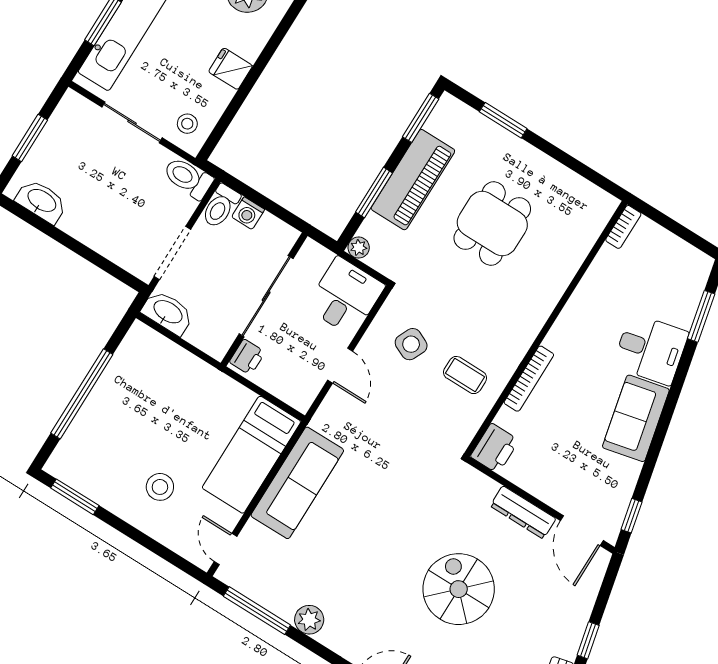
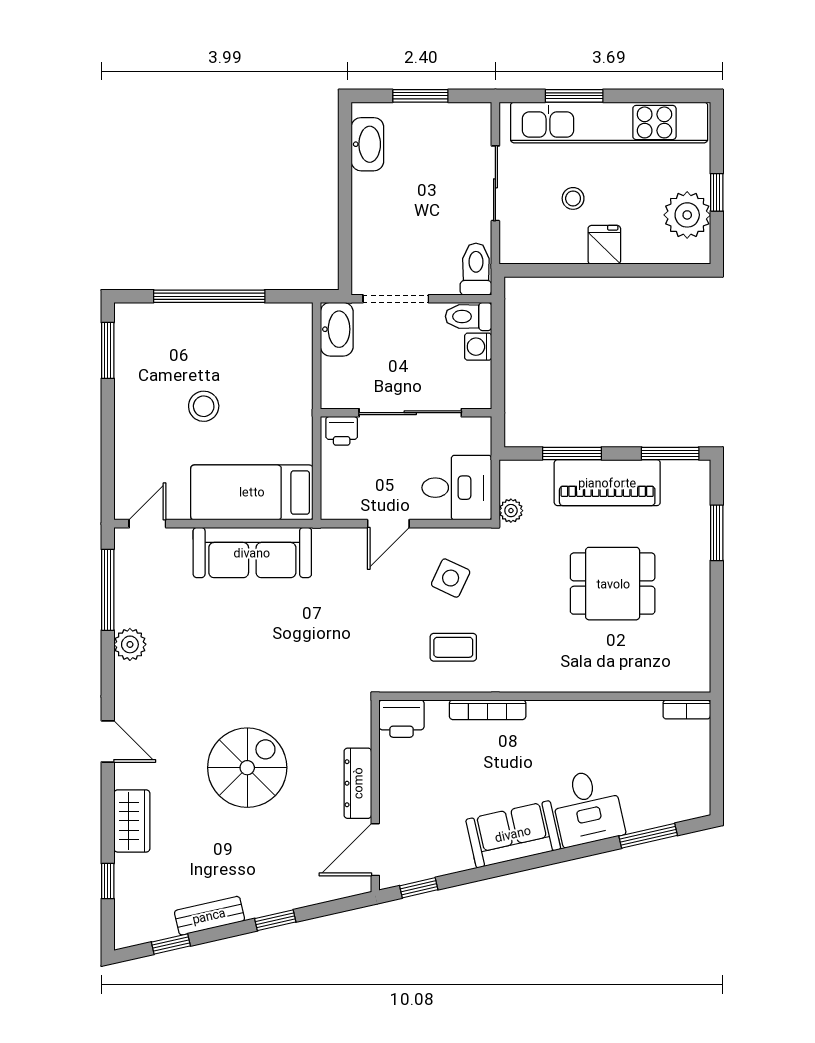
stool: (187, 124) -> (573, 198), moved
plant: (359, 248) -> (511, 511), moved
coffee table: (465, 375) -> (453, 647), turned 90
stool: (160, 487) -> (204, 406), moved

